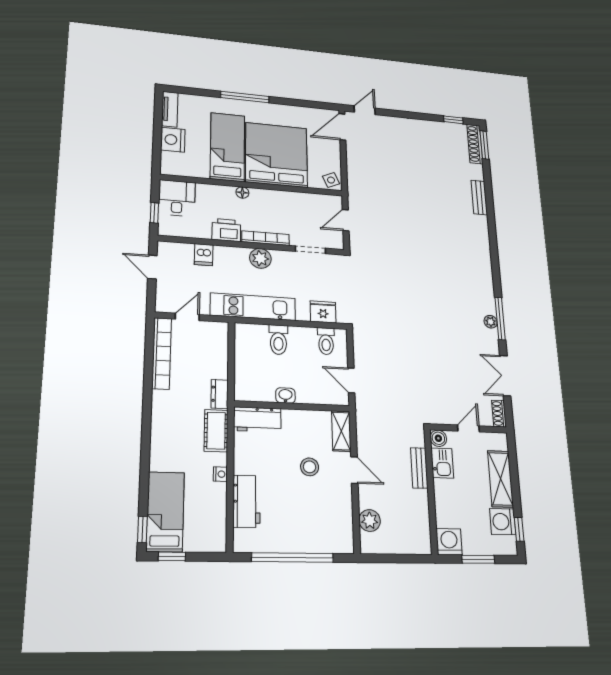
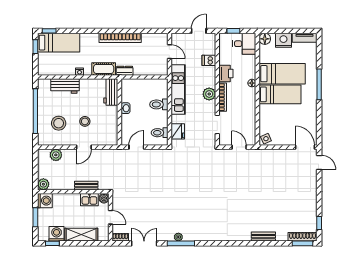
bed: (276, 155) -> (280, 94), width x0.49
floor lamp: (170, 167) -> (265, 39), added
bookcase: (162, 353) -> (120, 38), moved
shelving: (341, 431) -> (106, 140), removed
stool: (314, 514) -> (59, 123), added
plant: (421, 544) -> (43, 184), added

